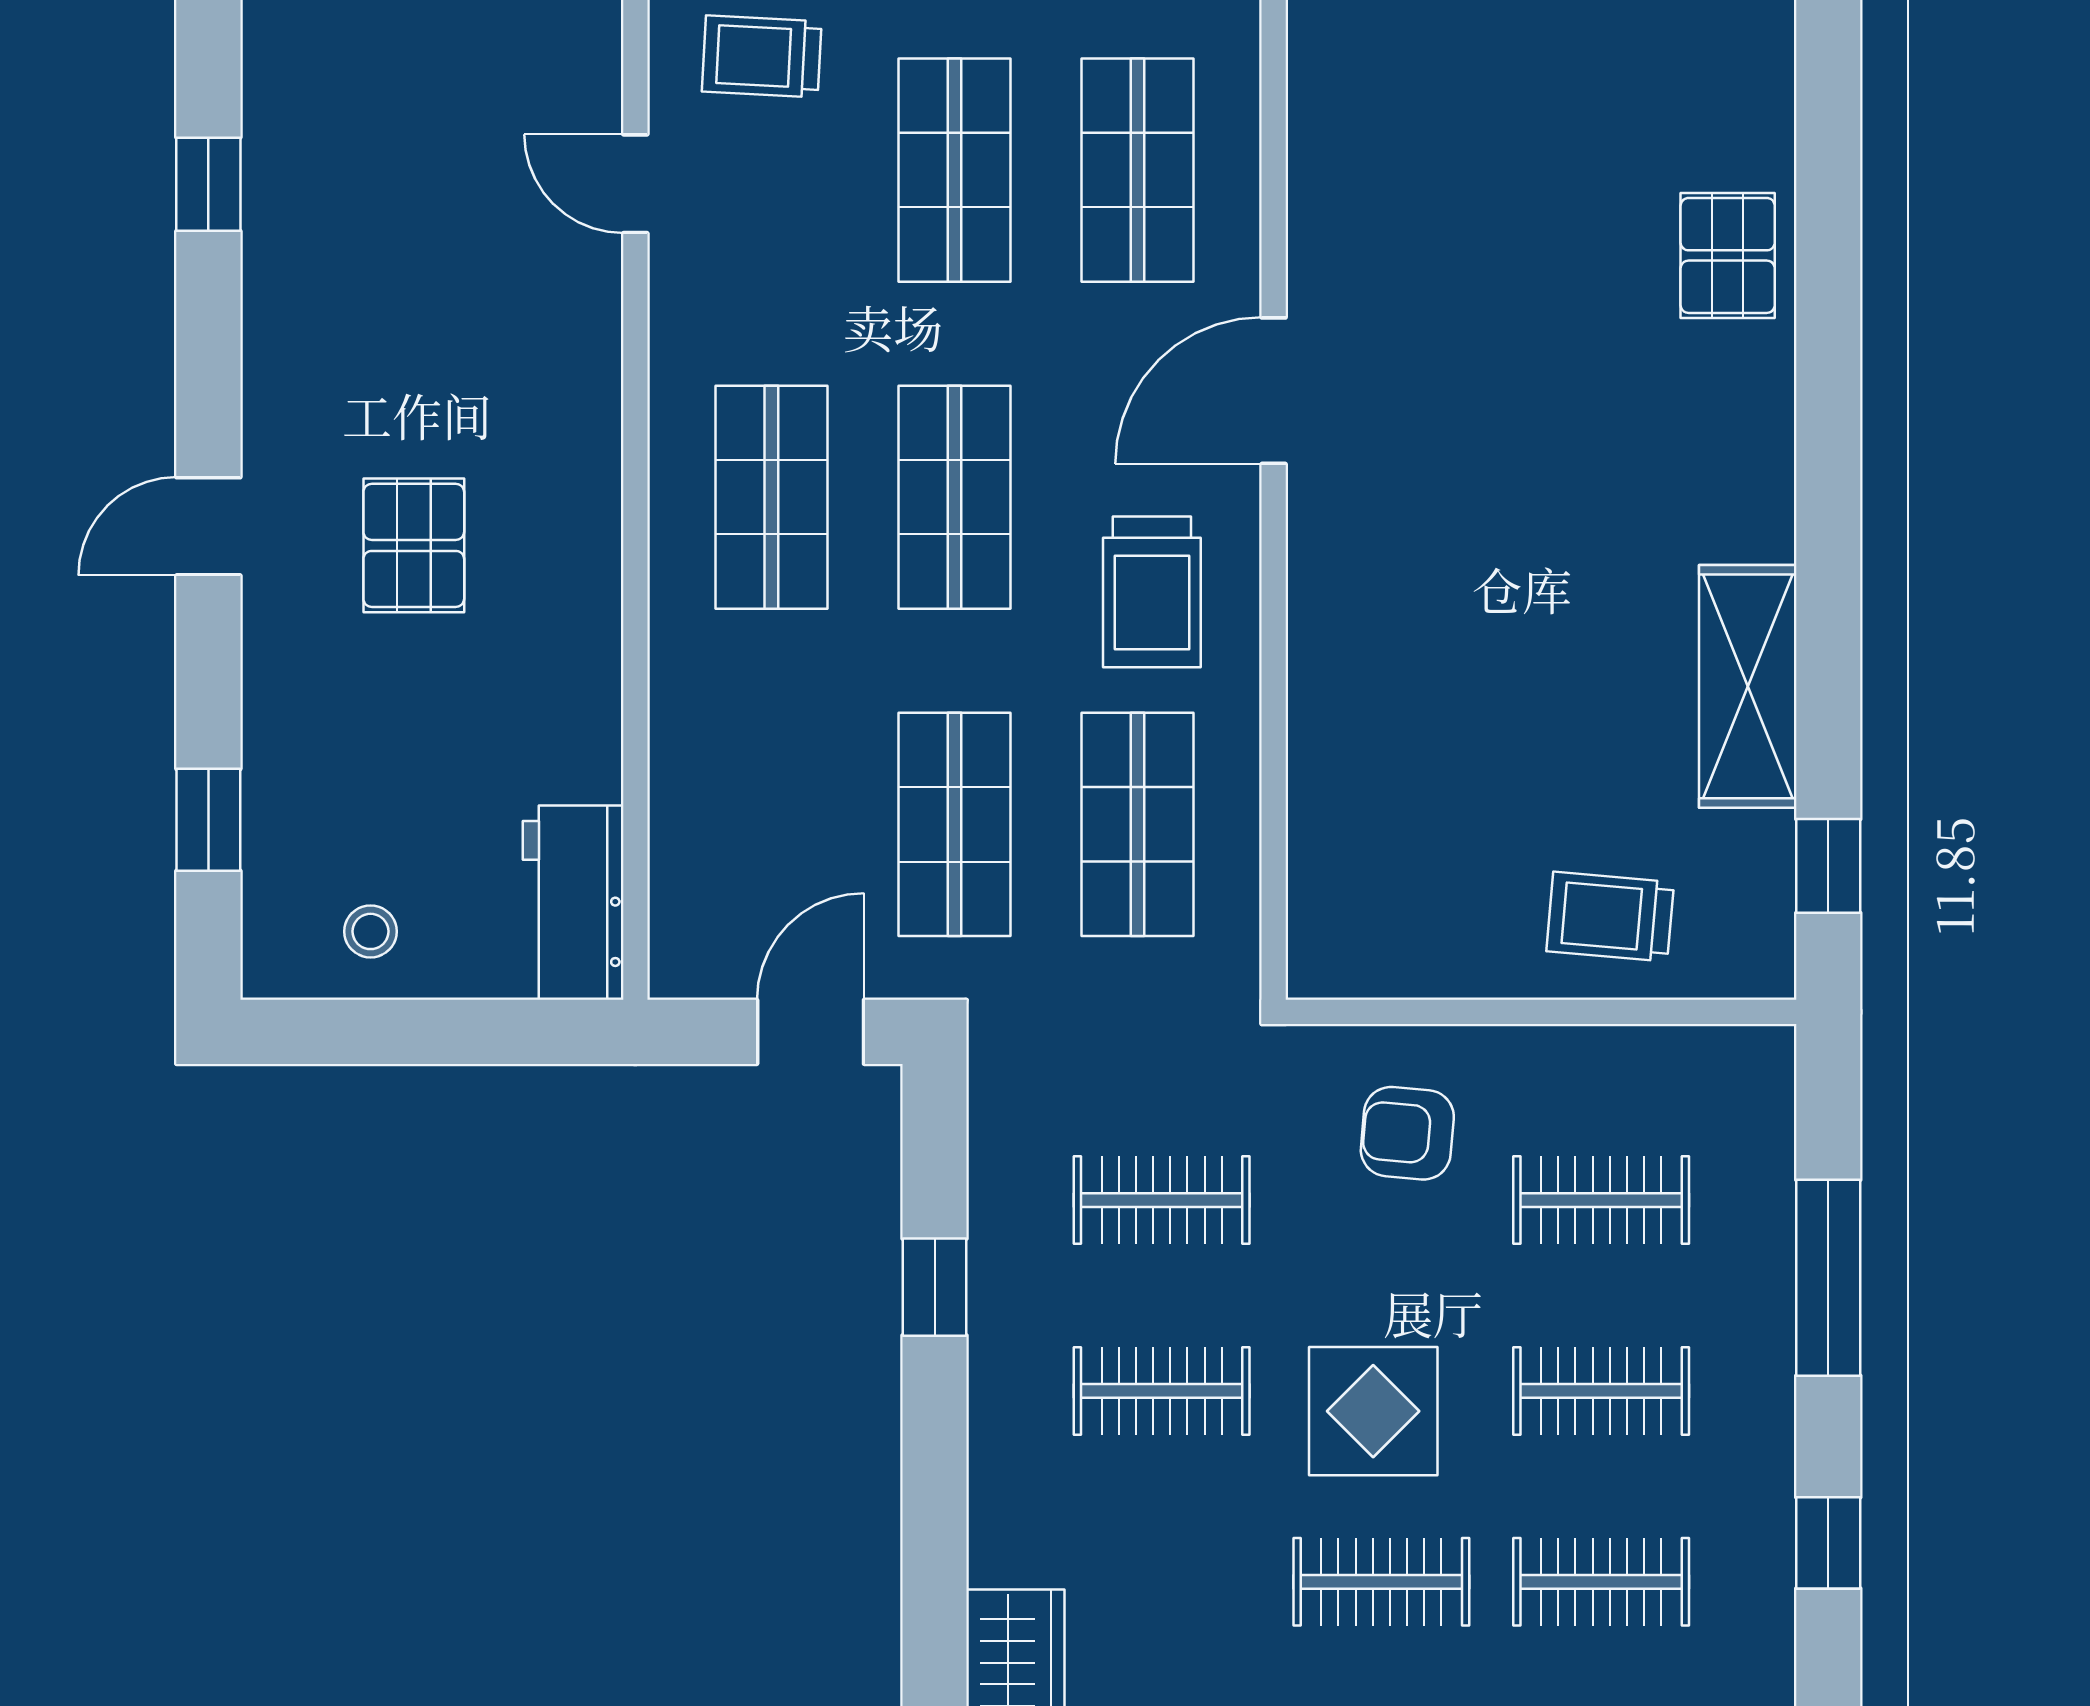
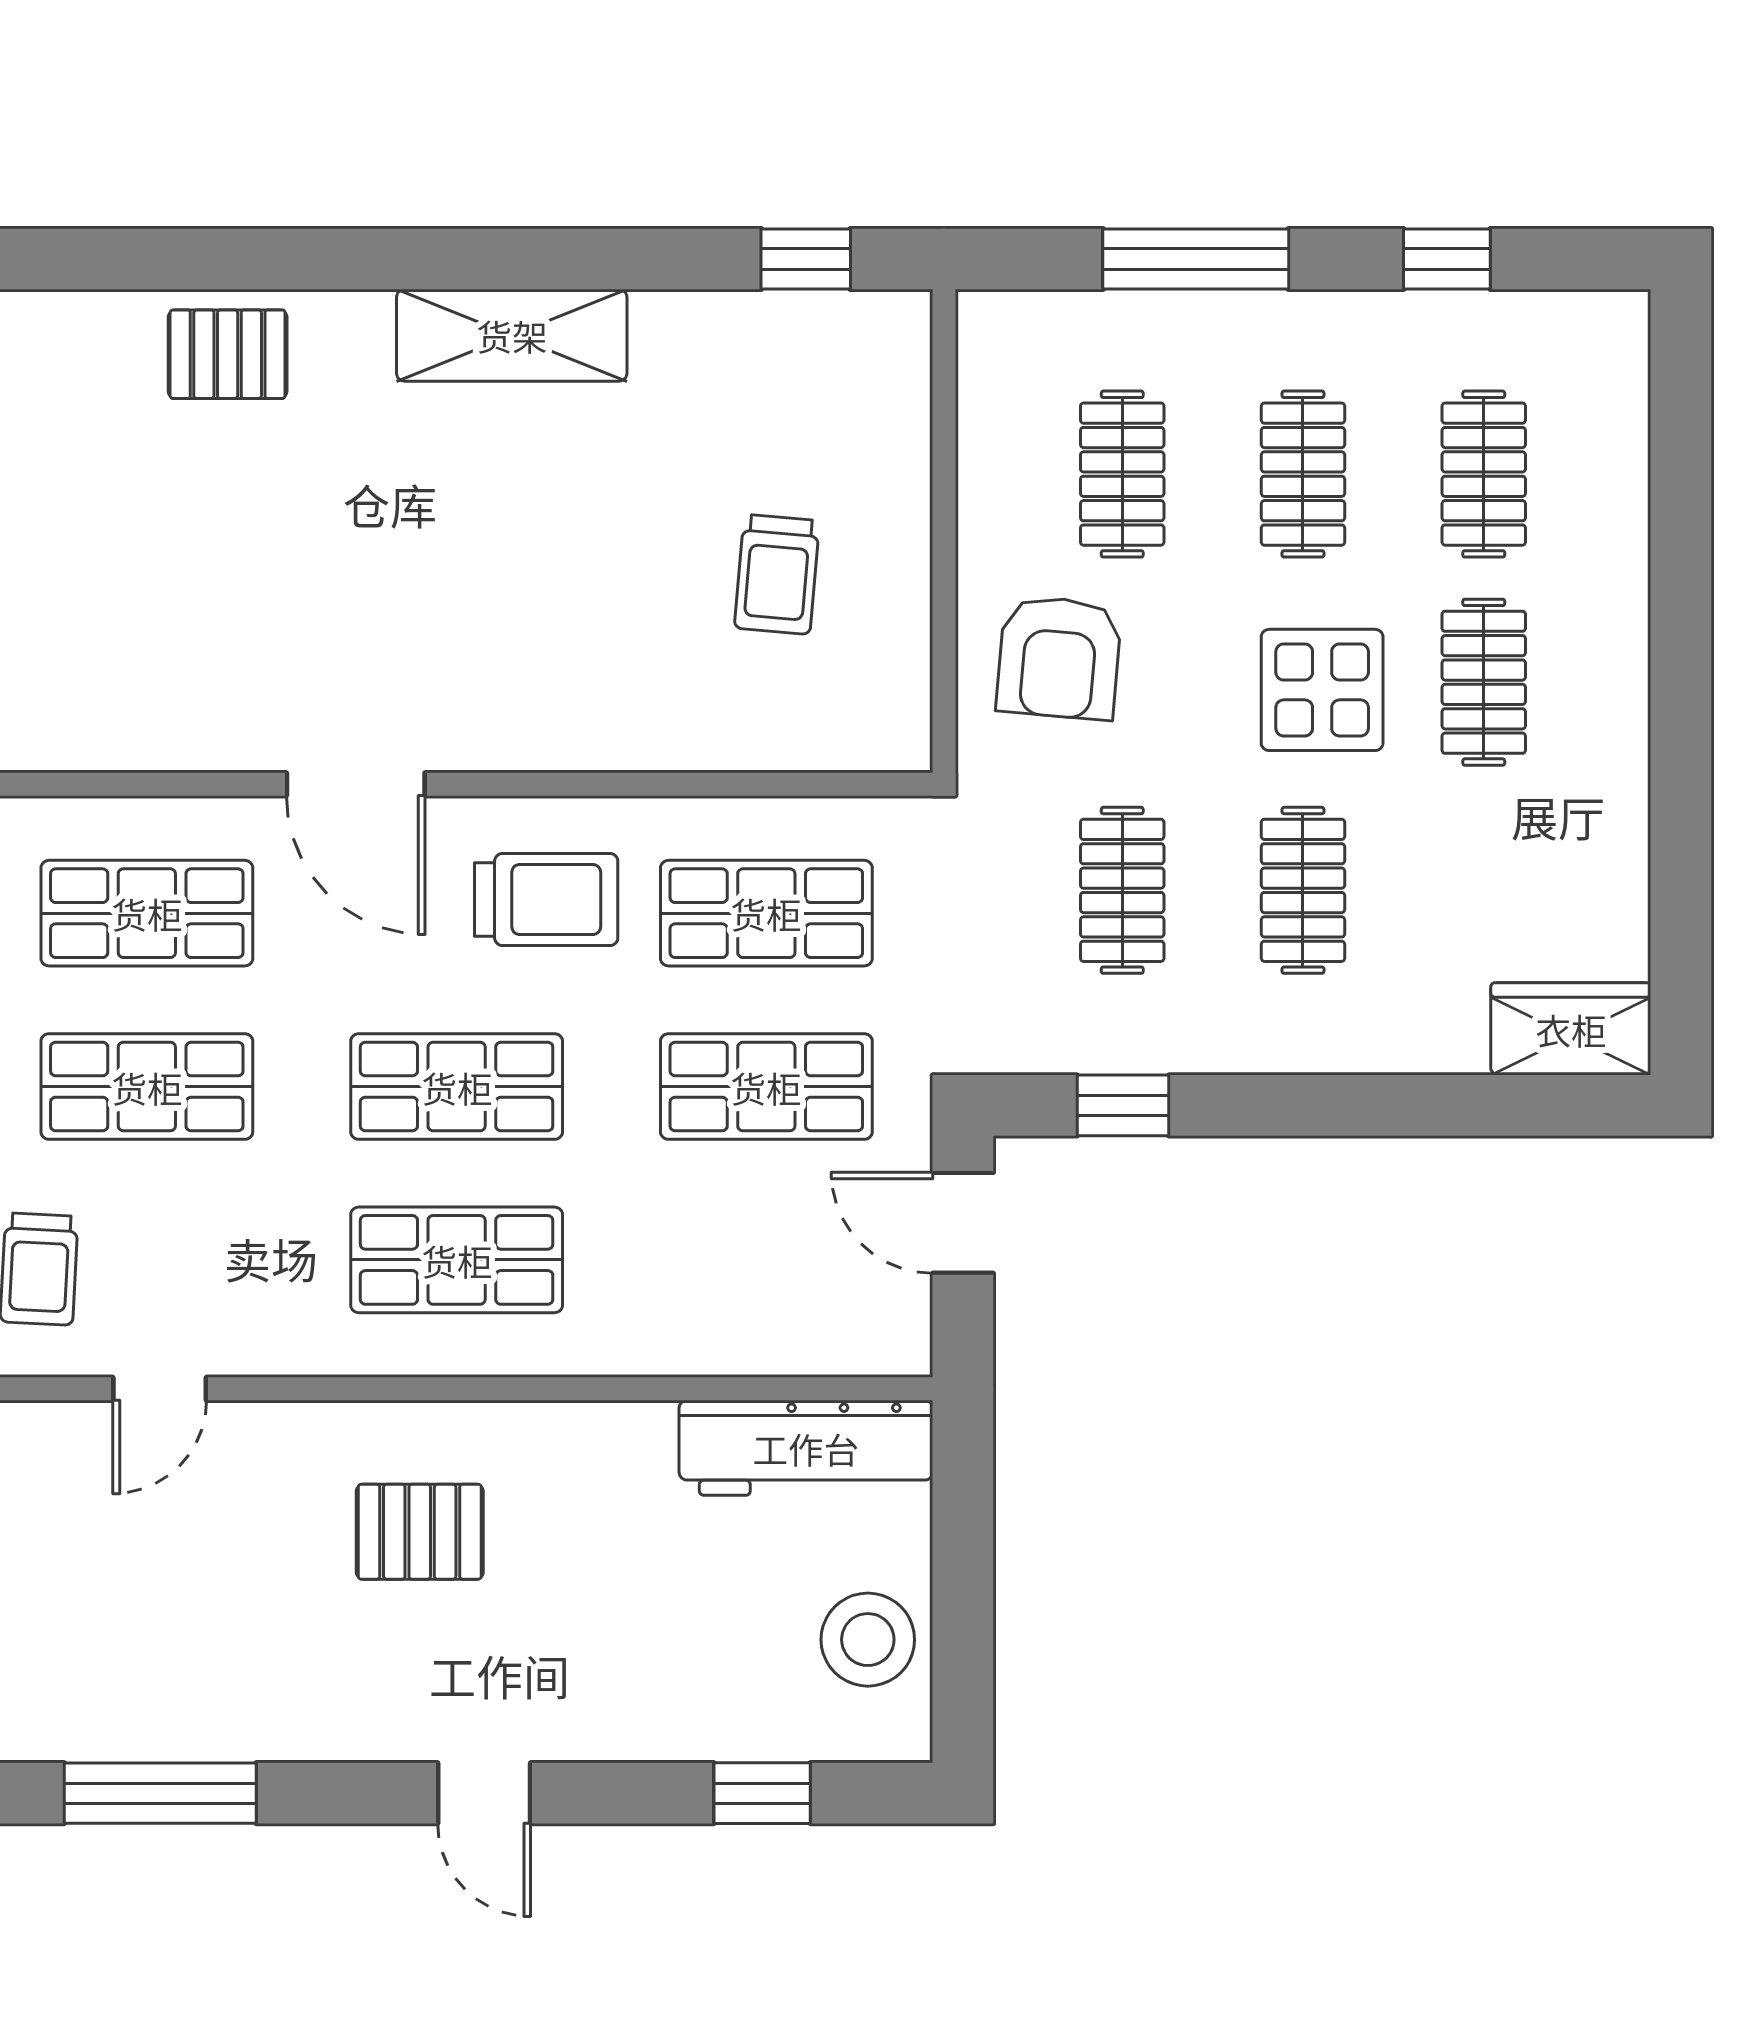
window: (208, 184) -> (160, 1793), width x2.17
pallet: (414, 545) -> (420, 1532), moved
shelving: (1748, 686) -> (512, 335), moved
workbench: (573, 903) -> (806, 1448), width x1.38
trolley: (1610, 917) -> (777, 574), moved
stool: (371, 931) -> (868, 1640), width x1.89, depth x1.89
armchair: (1407, 1133) -> (1059, 658), width x1.38, depth x1.38
window: (935, 1287) -> (1123, 1105), moved

